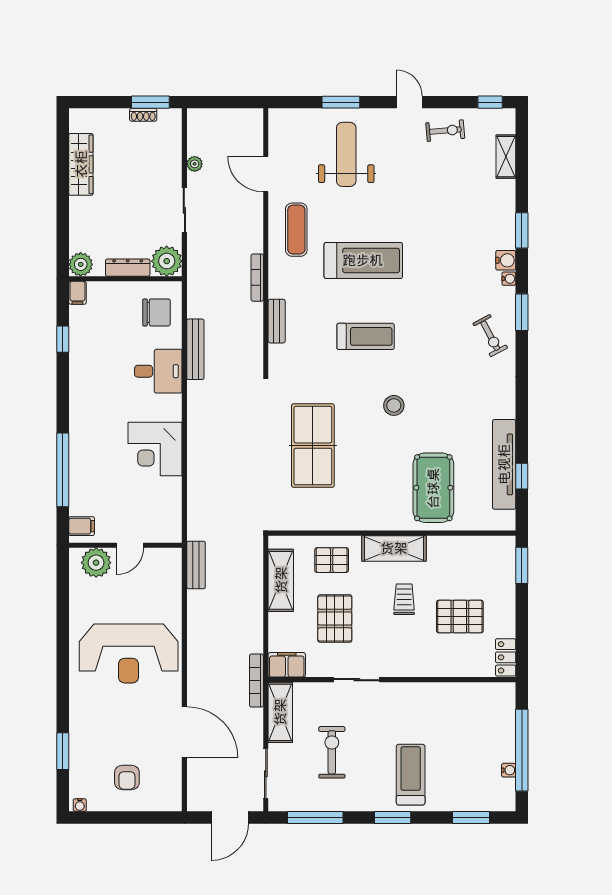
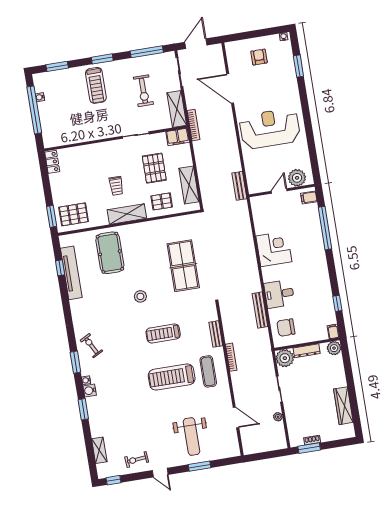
exercise mat: (296, 230) -> (208, 371), moved
pallet: (460, 617) -> (74, 214), moved

